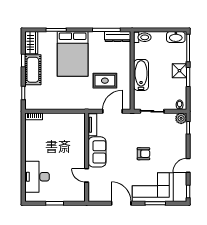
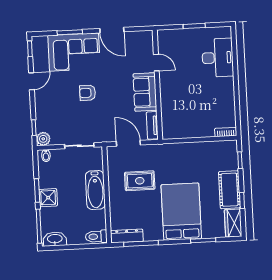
door: (112, 111) -> (128, 143), swing flipped

